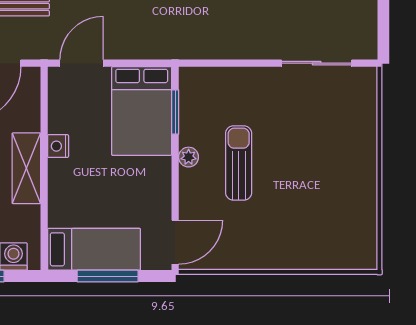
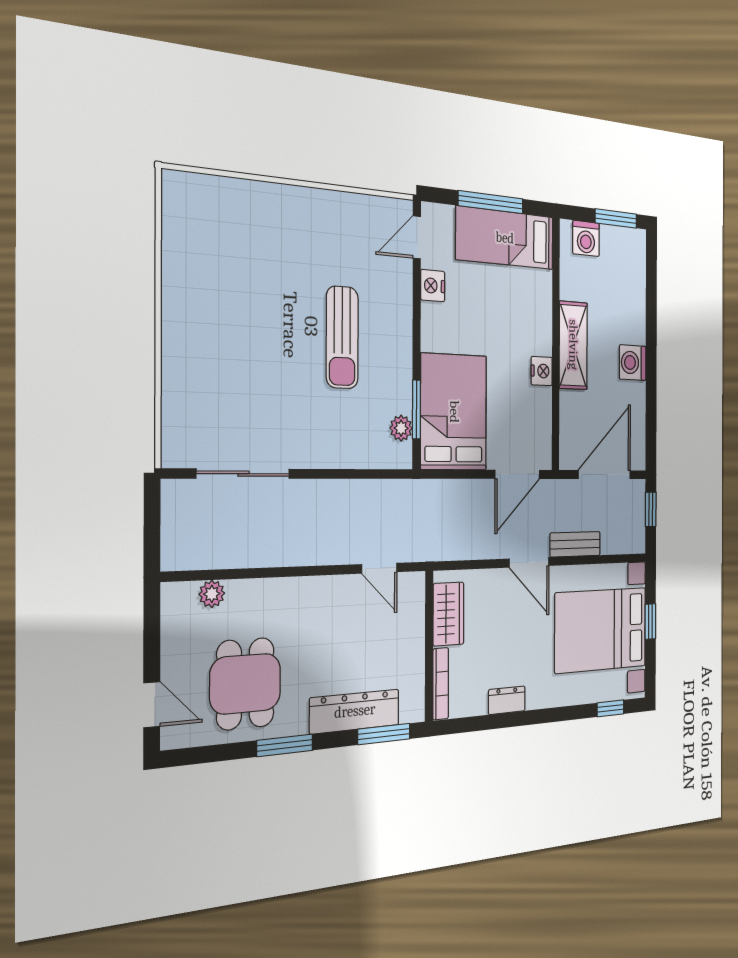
plant: (189, 157) -> (401, 428), moved
nightstand: (161, 207) -> (433, 286), added
door: (175, 242) -> (417, 237), width x0.73

